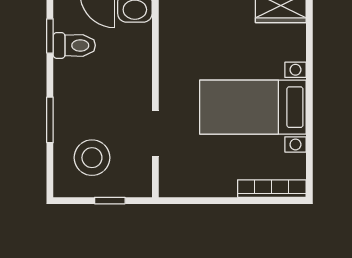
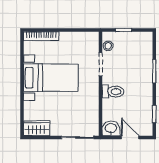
toilet: (74, 45) -> (113, 92), moved, turned 180
stool: (92, 158) -> (108, 46), moved, width x0.53, depth x0.53

